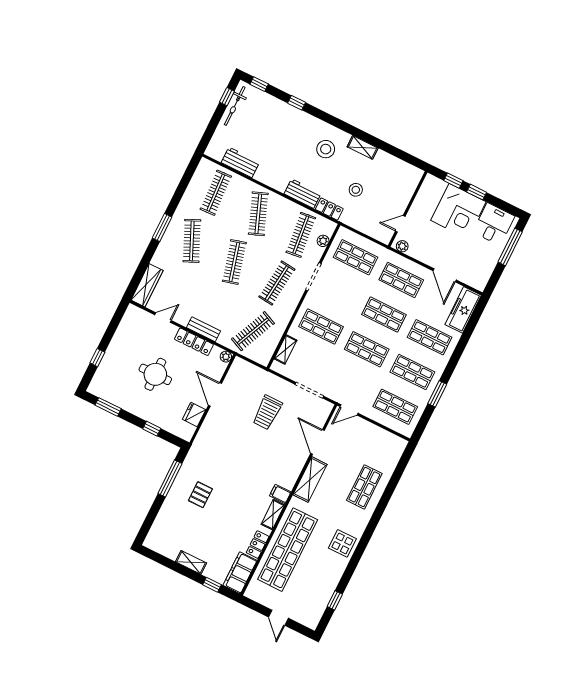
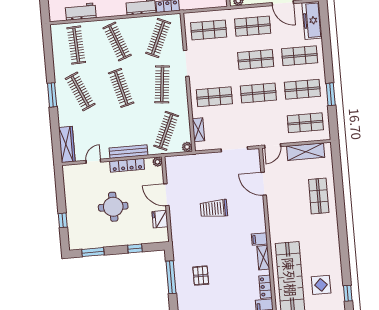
clothes rail: (301, 235) -> (158, 38), turned 30
plant: (323, 241) -> (187, 147), moved
bench: (203, 329) -> (129, 152), width x1.36
trolley: (267, 412) -> (214, 209), moved, turned 90
shelving: (310, 480) -> (306, 152), moved, turned 90
display table: (342, 543) -> (321, 285), moved

